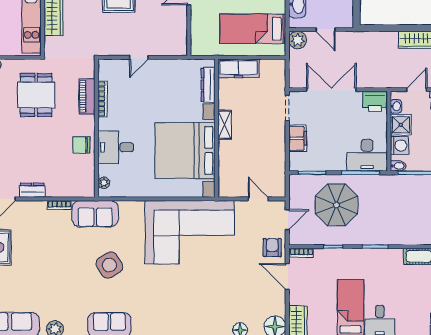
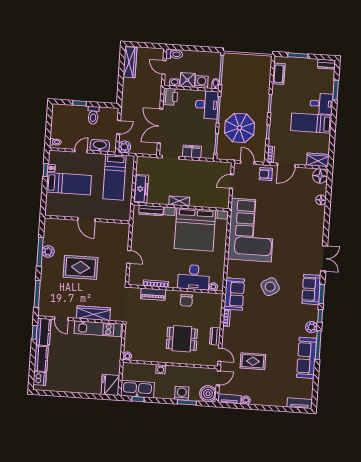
dining table: (36, 95) -> (182, 339), moved
desk: (116, 147) -> (194, 277), width x1.37

